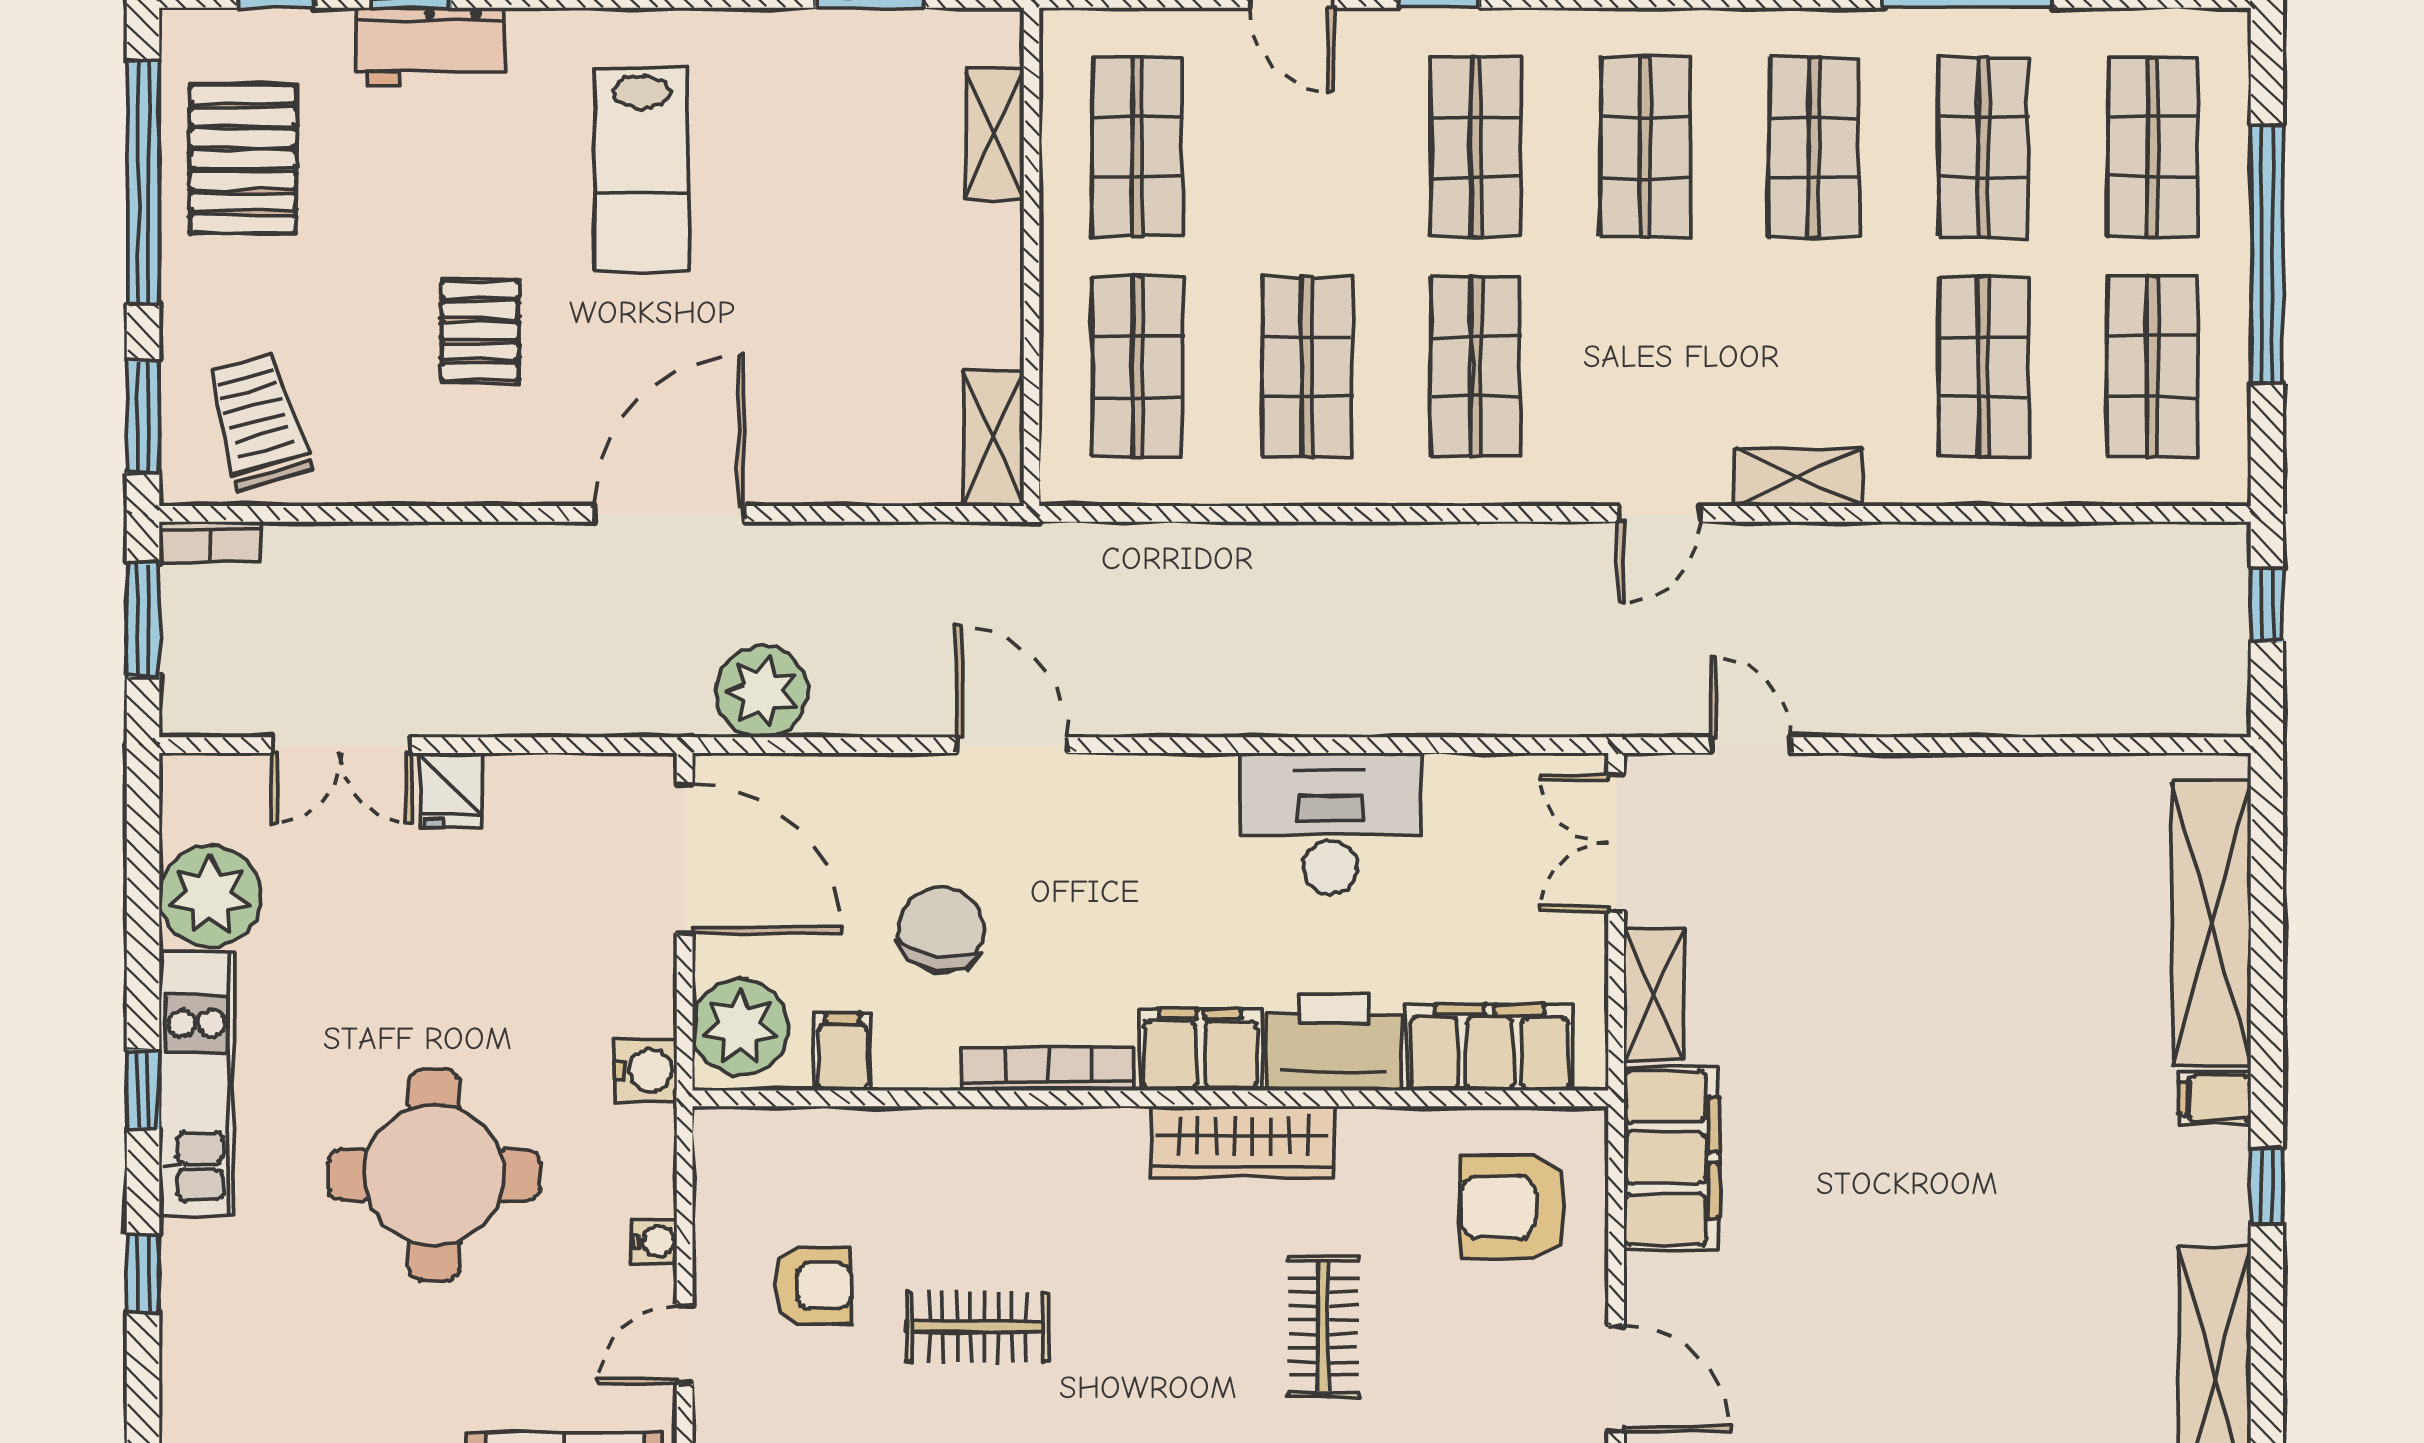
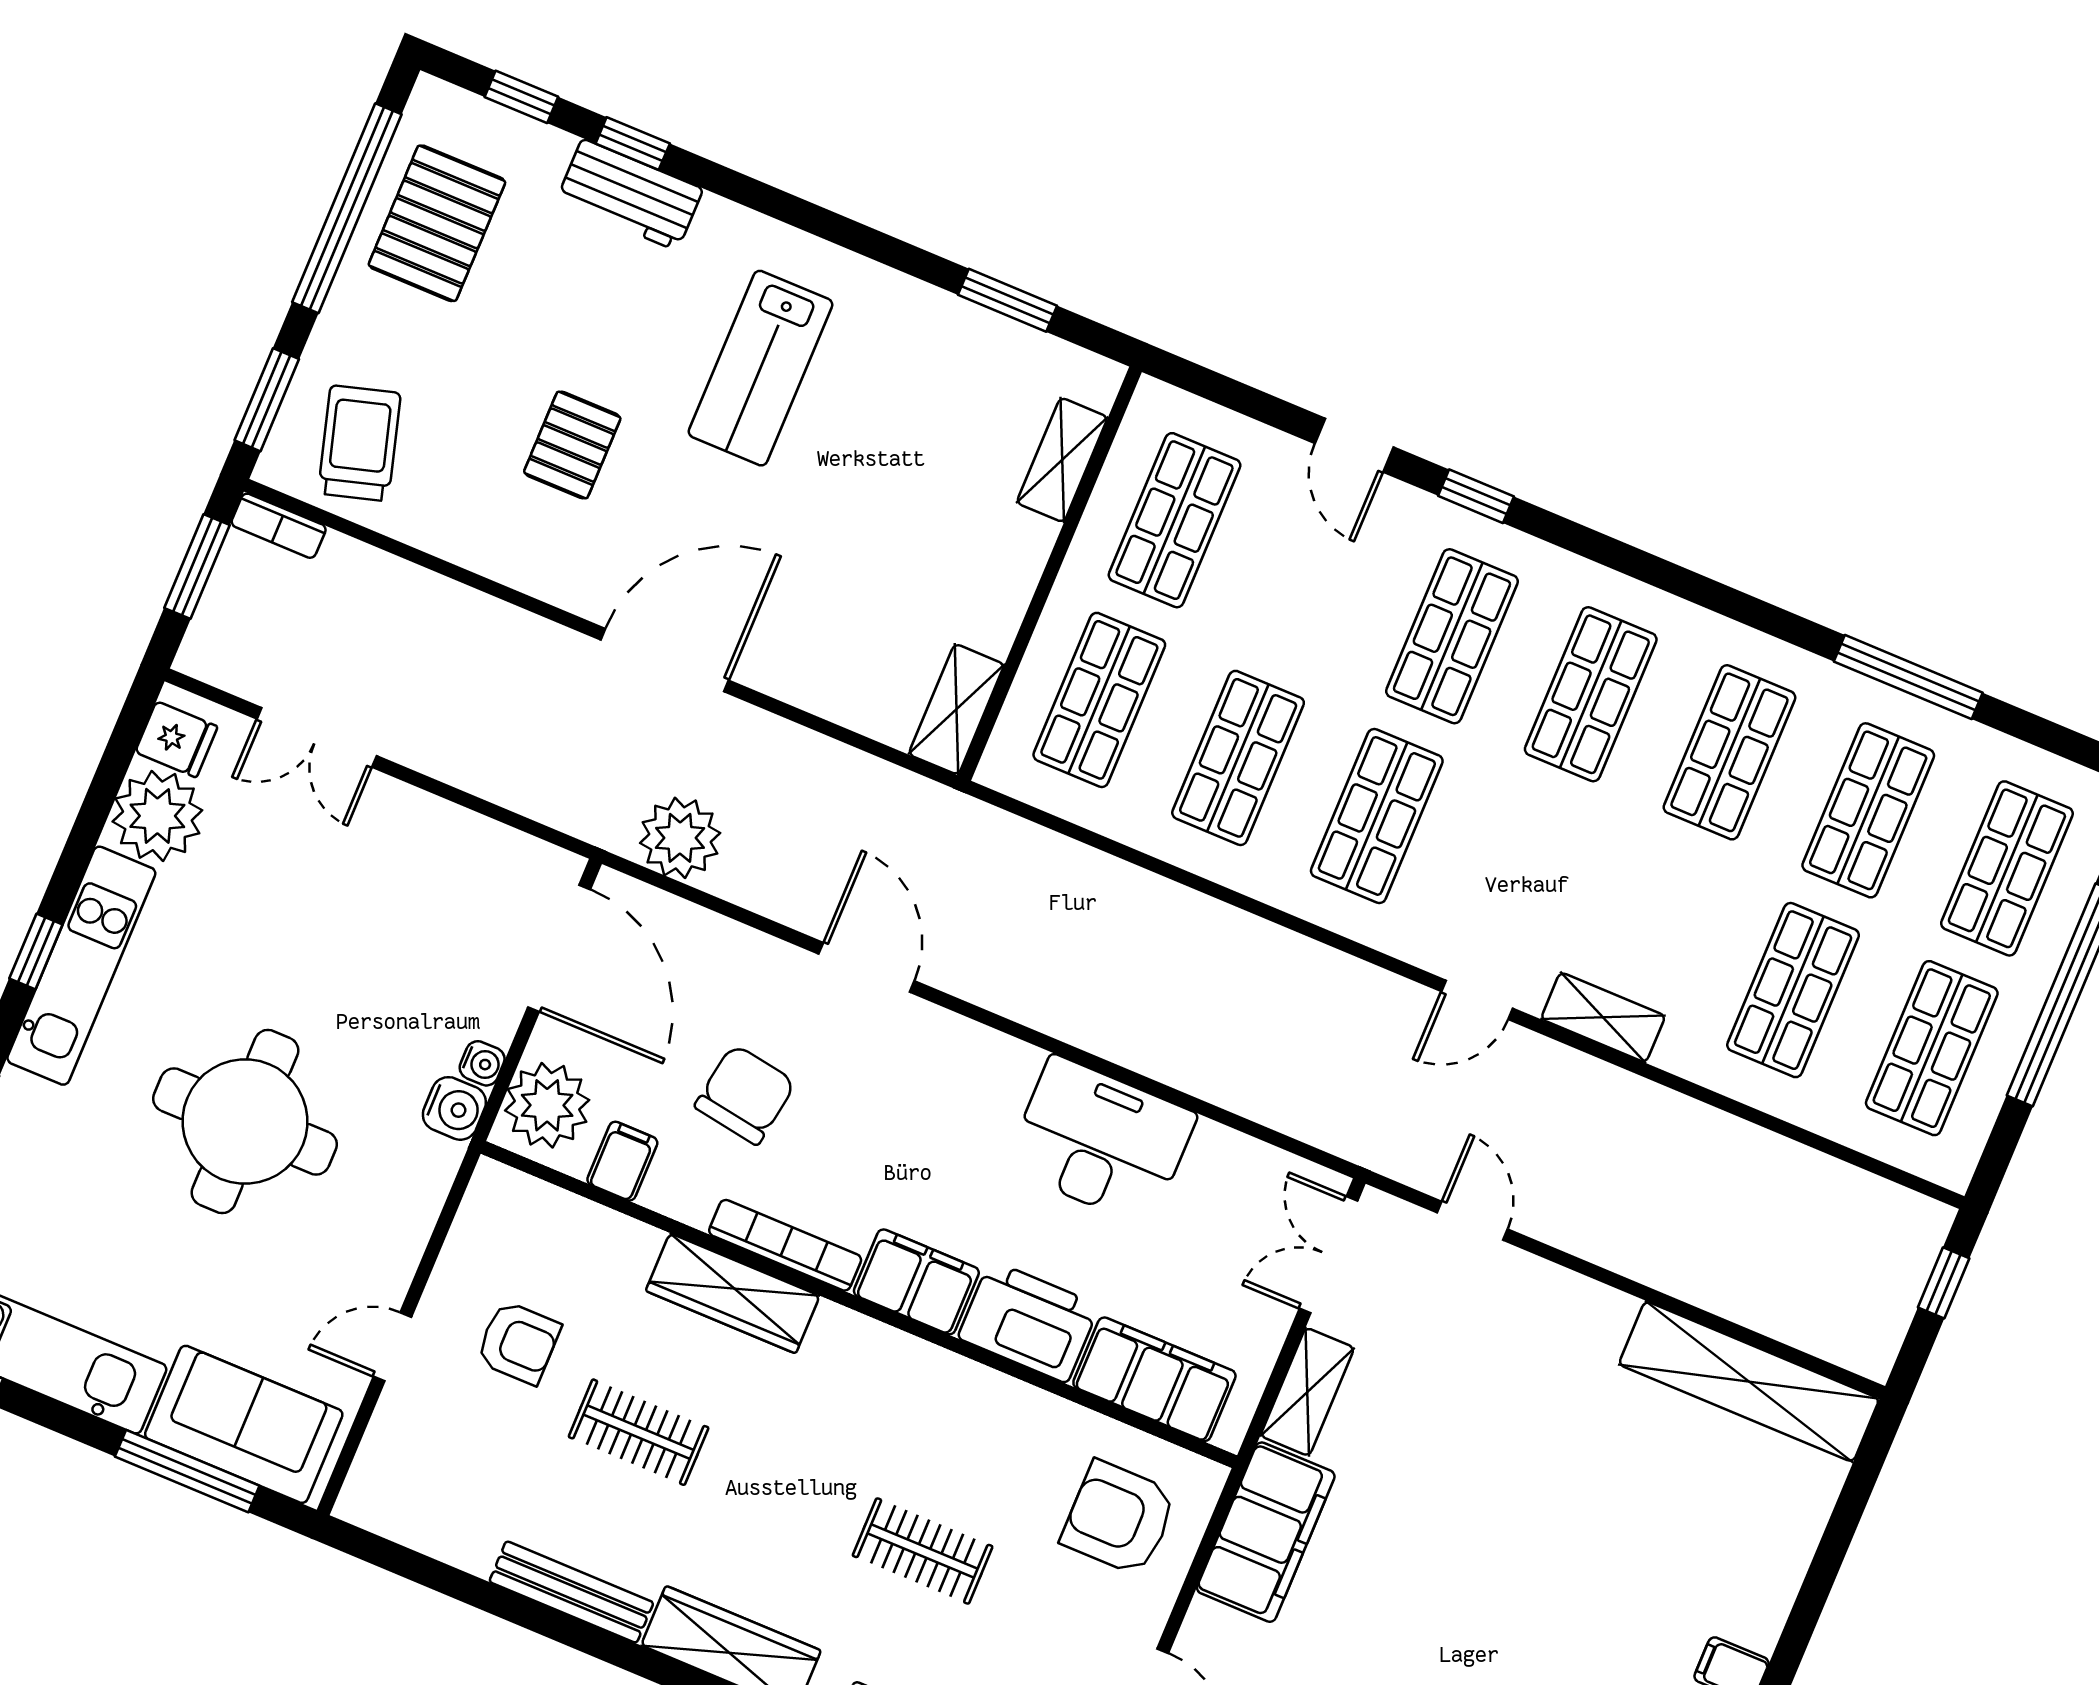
fridge: (450, 790) -> (176, 739), moved, turned -90
shelving: (2212, 923) -> (1749, 1382), moved, turned 90
wardrobe: (1243, 1142) -> (733, 1293), moved
water cooler: (655, 1241) -> (482, 1063), moved
clothes rail: (1324, 1326) -> (923, 1551), turned 90

